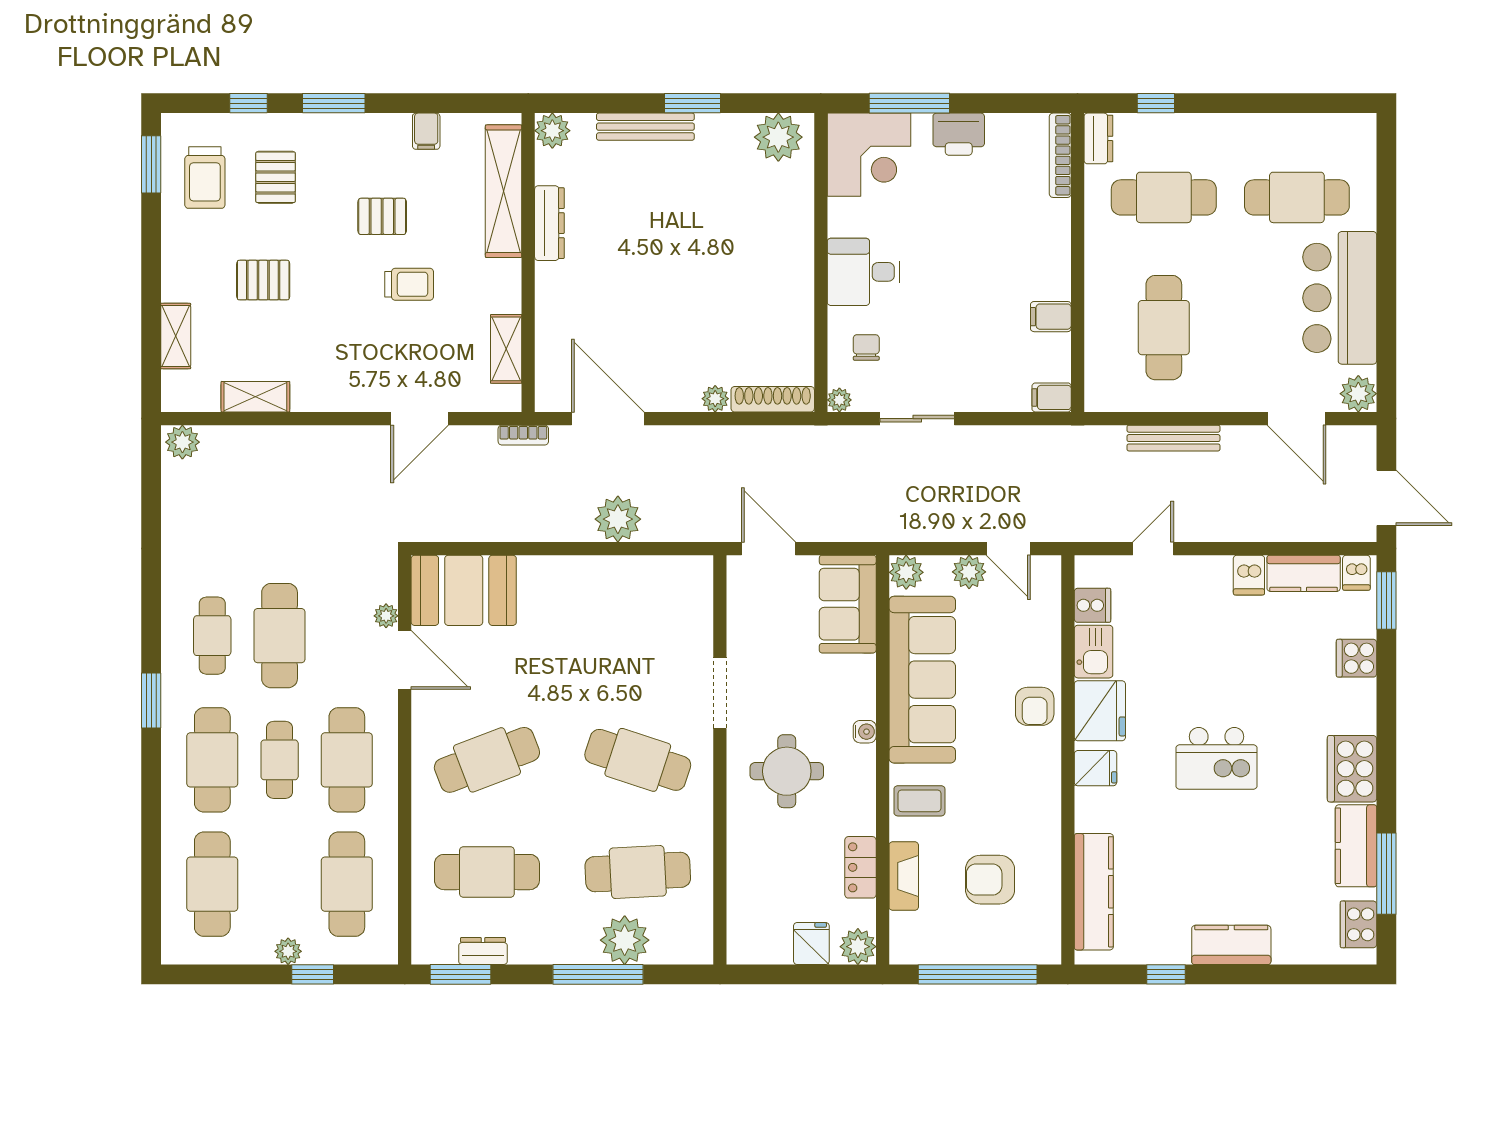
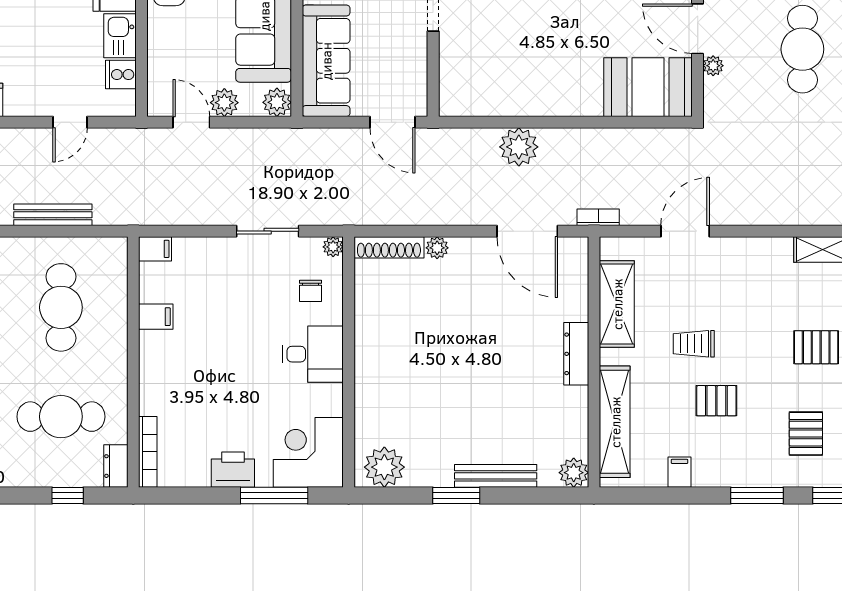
dresser: (549, 223) -> (576, 354), moved
shelving: (506, 349) -> (617, 304), width x1.50, depth x1.33
sofa: (848, 604) -> (326, 61), width x1.36

